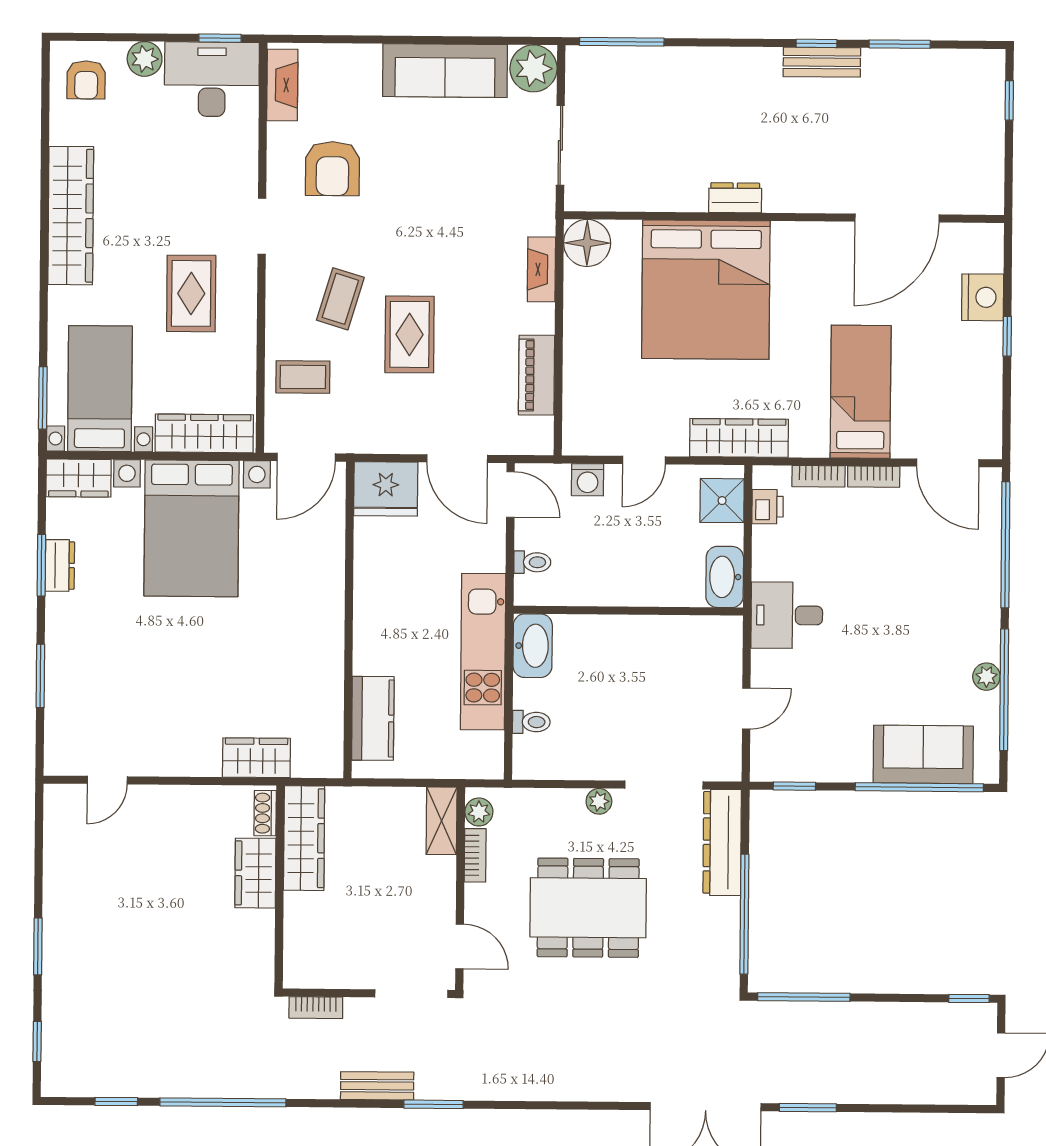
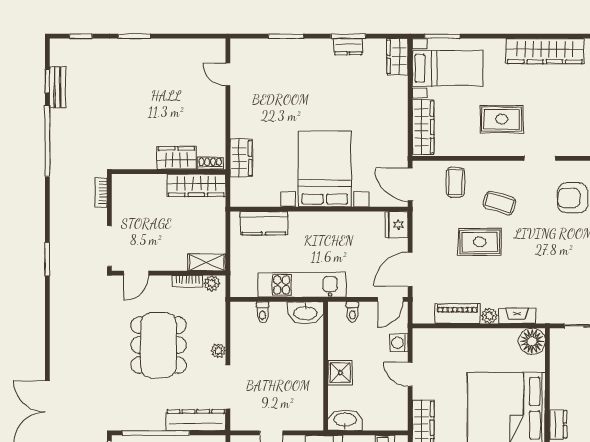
plant: (541, 319) -> (489, 316), added
fridge: (386, 489) -> (397, 225), width x0.73, depth x0.75
shower: (722, 501) -> (340, 373), moved
bed with nightstands: (191, 528) -> (325, 169), moved, turned 90
bench: (377, 1086) -> (57, 87), moved

